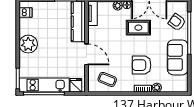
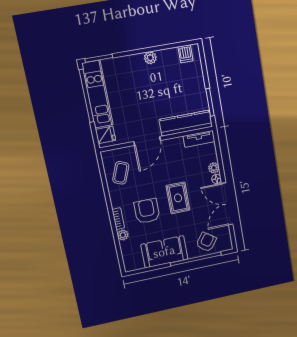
rug: (138, 28) -> (178, 198), moved
plant: (28, 44) -> (150, 58), width x0.53, depth x0.53

